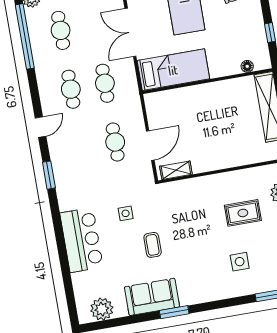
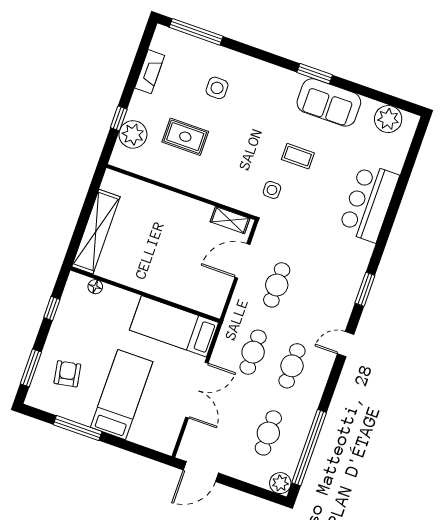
side table: (126, 213) -> (272, 190), moved
coffee table: (153, 245) -> (298, 156), turned 90

